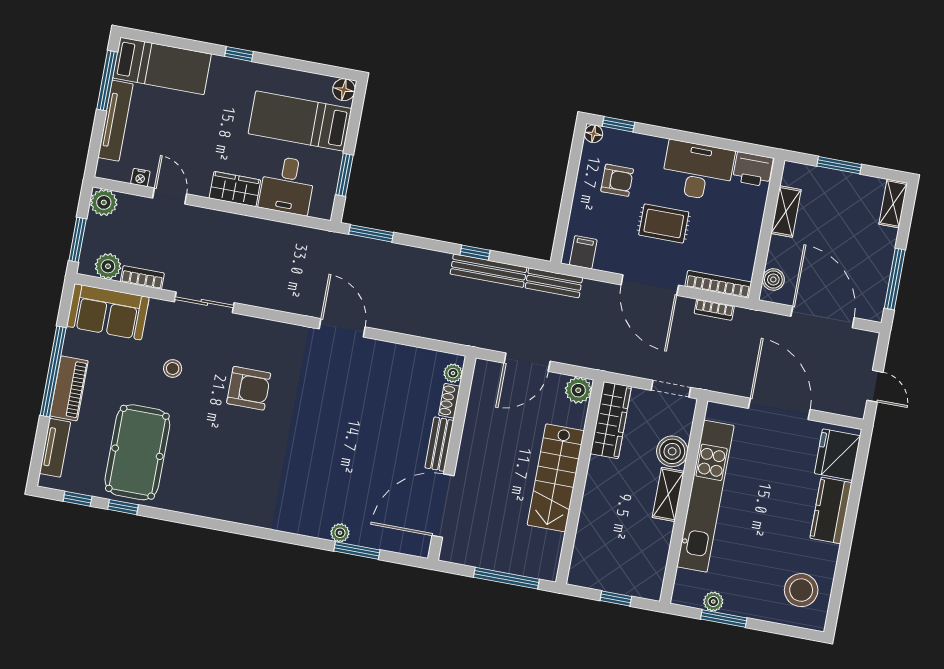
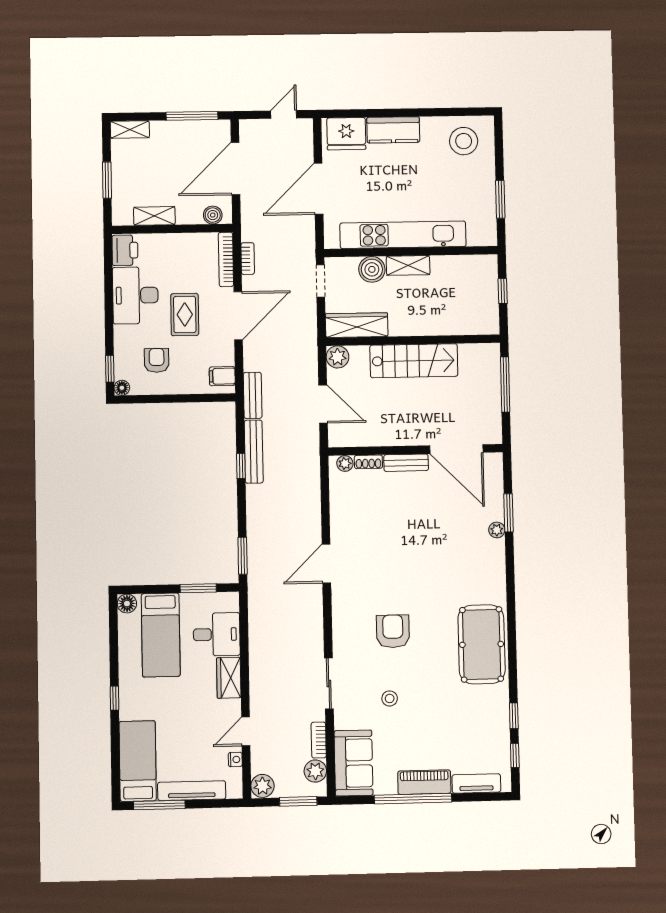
pool table: (137, 452) -> (482, 644), moved, turned 90
plant: (713, 602) -> (488, 211), removed

